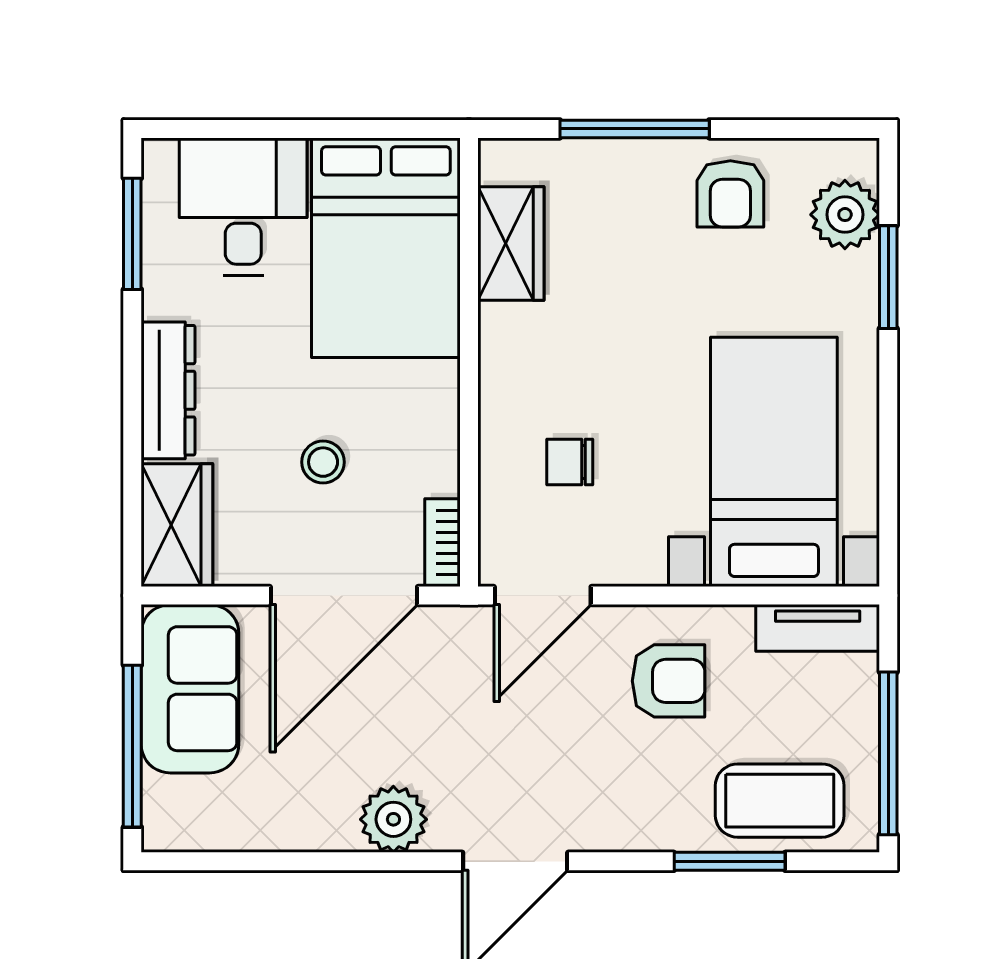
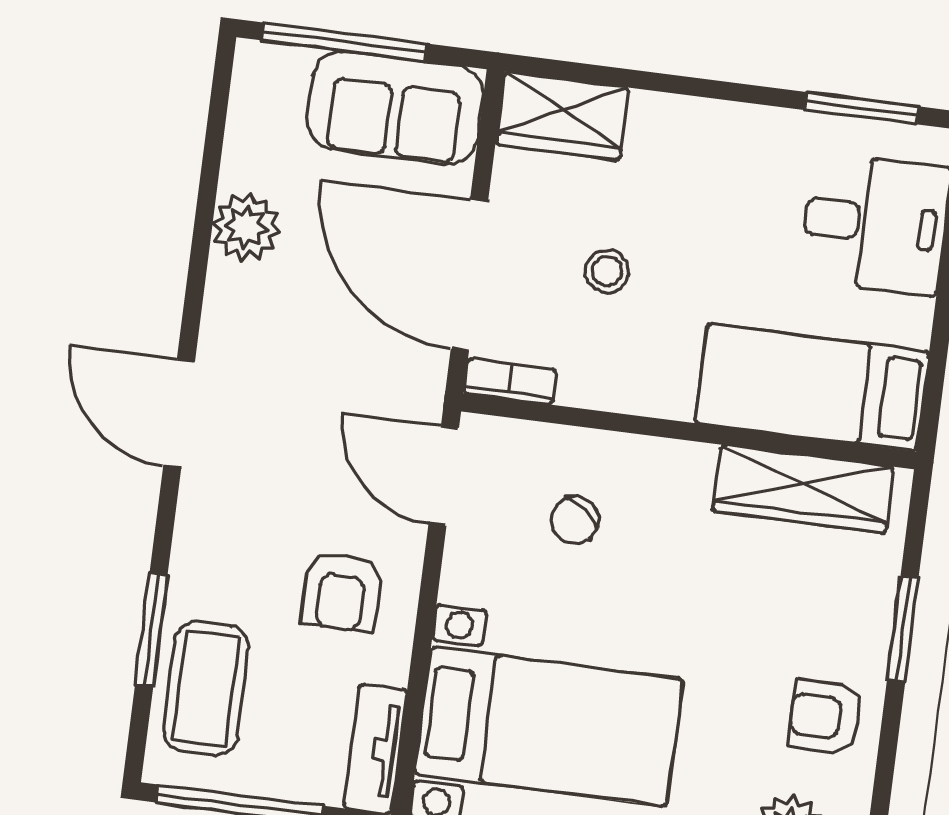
window: (635, 129) -> (903, 629), width x0.69
wardrobe: (511, 244) -> (803, 489), width x1.50
bed: (386, 248) -> (812, 387), width x0.67
dresser: (168, 390) -> (699, 124), removed
chair: (570, 462) -> (575, 520), turned -143
plant: (393, 819) -> (246, 227), moved

